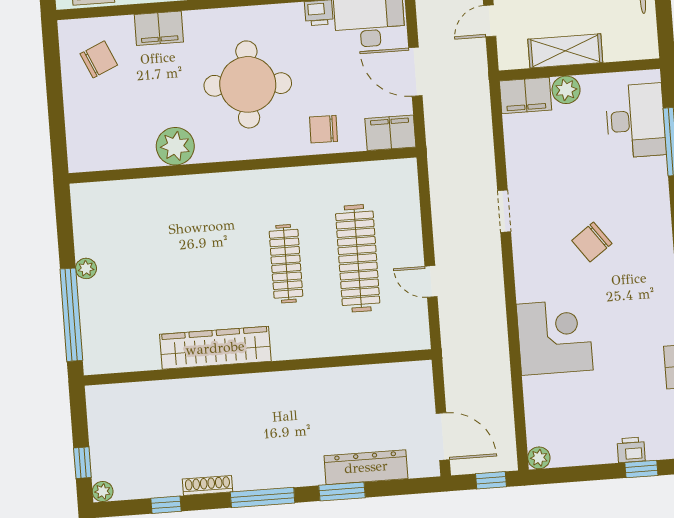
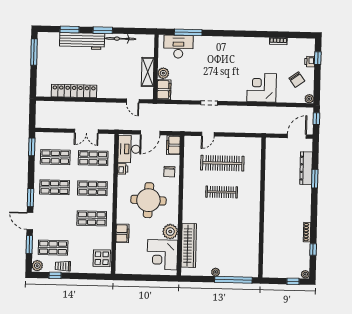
chair: (99, 59) -> (132, 259), removed
corner desk: (116, 132) -> (162, 255), added
chair: (592, 242) -> (297, 80), moved
door: (431, 281) -> (208, 134), moved
wardrobe: (215, 348) -> (189, 245), moved, turned 180
window: (263, 497) -> (314, 211), removed

